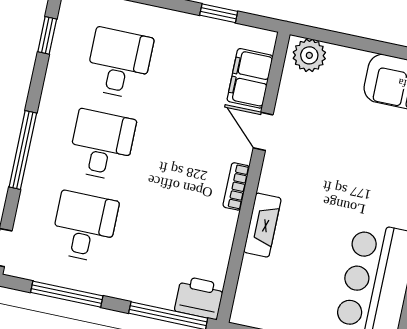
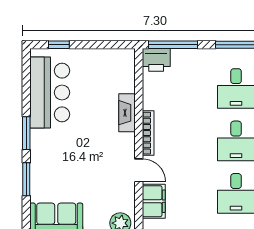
bookcase: (236, 186) -> (148, 133), width x1.56

